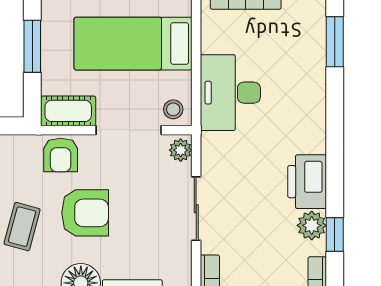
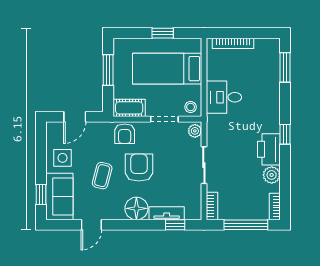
desk: (230, 93) -> (224, 97), width x0.73
doorway: (129, 130) -> (164, 119), width x0.73
armchair: (85, 213) -> (139, 168), turned -90
window: (335, 234) -> (285, 134), moved

